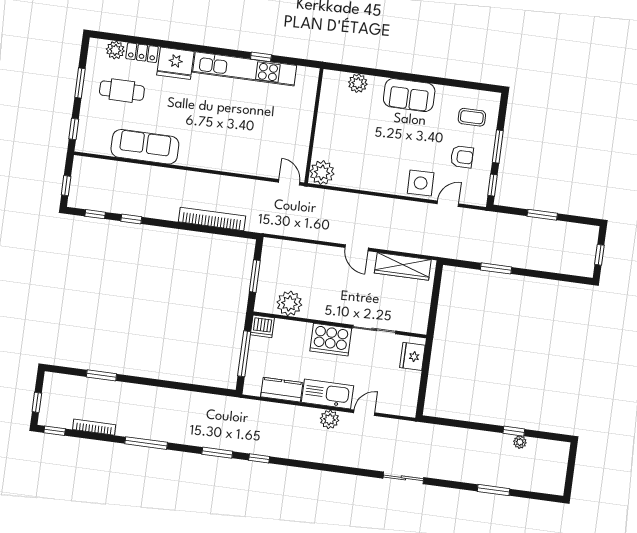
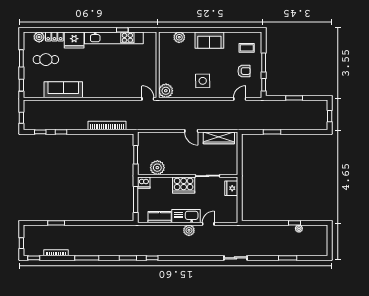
side table: (421, 183) -> (203, 81), moved

